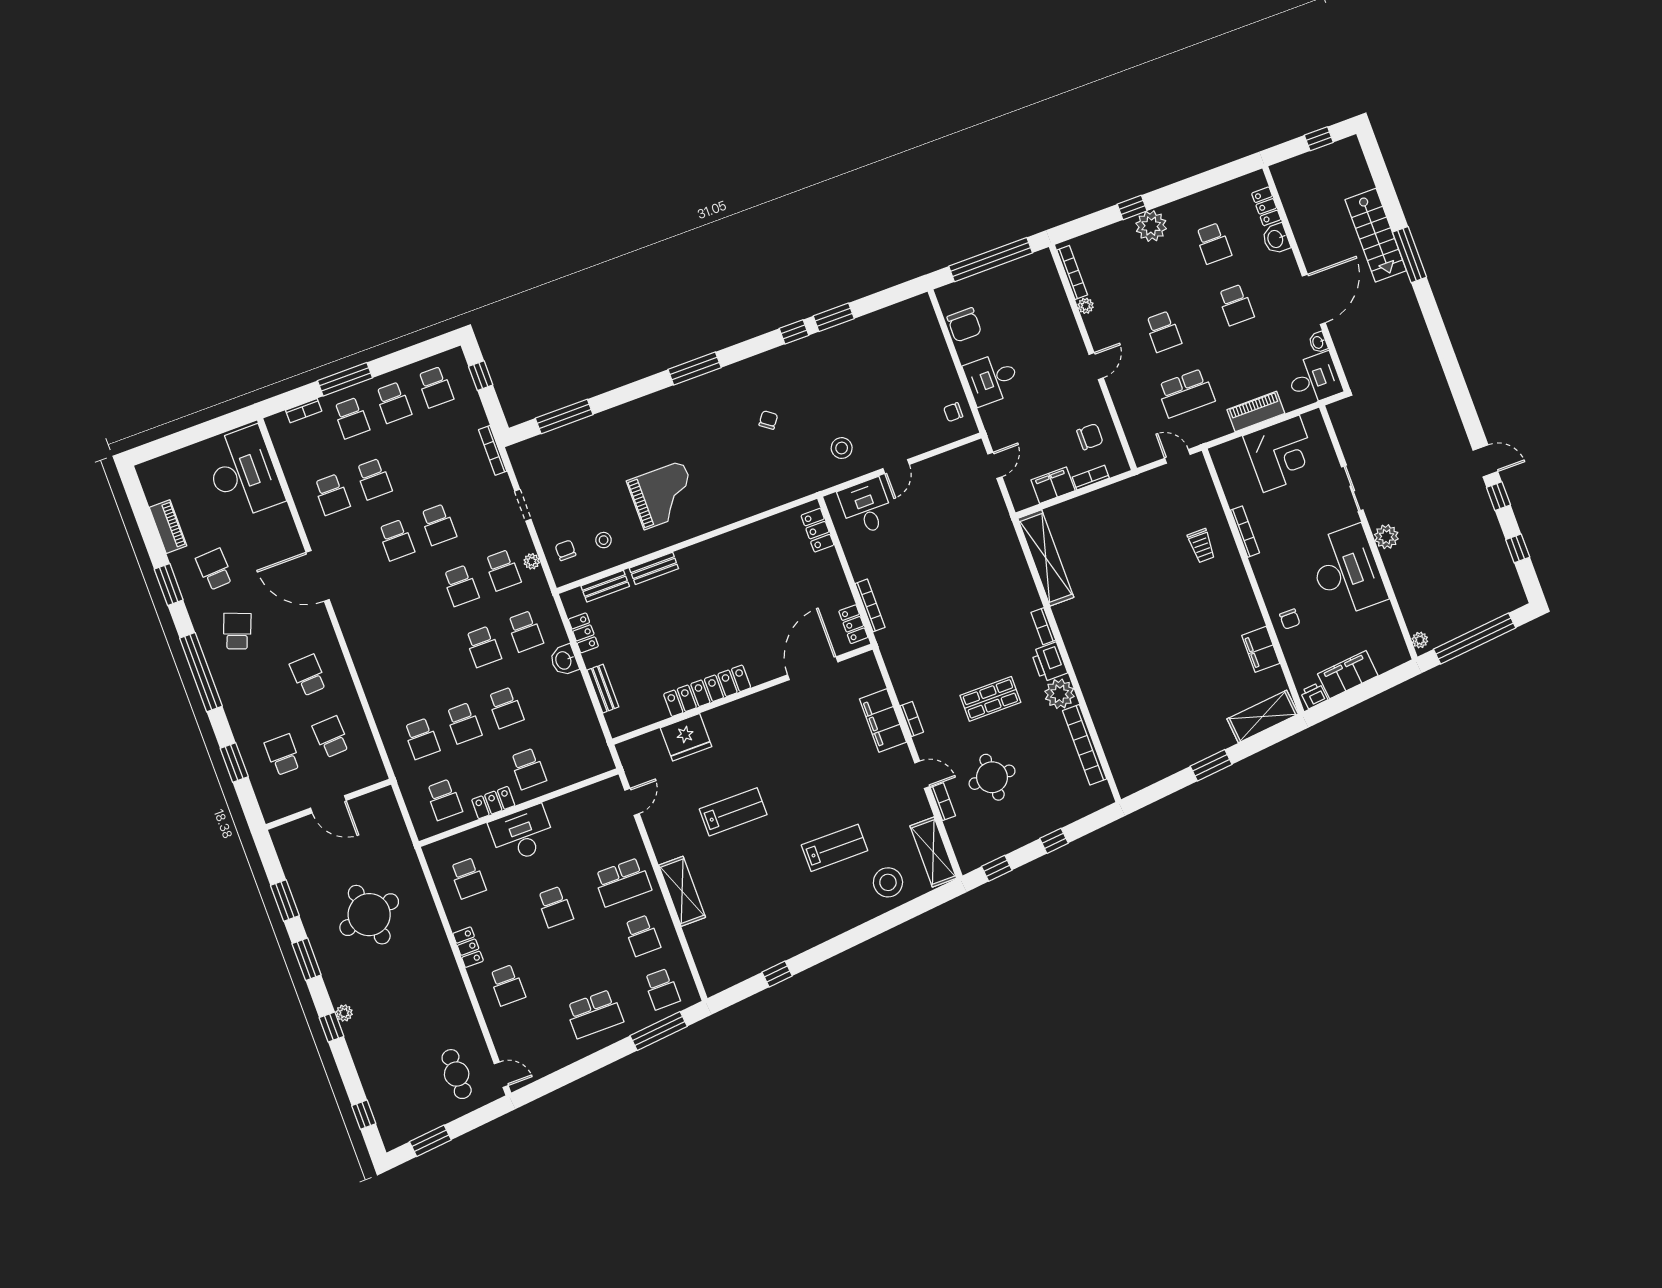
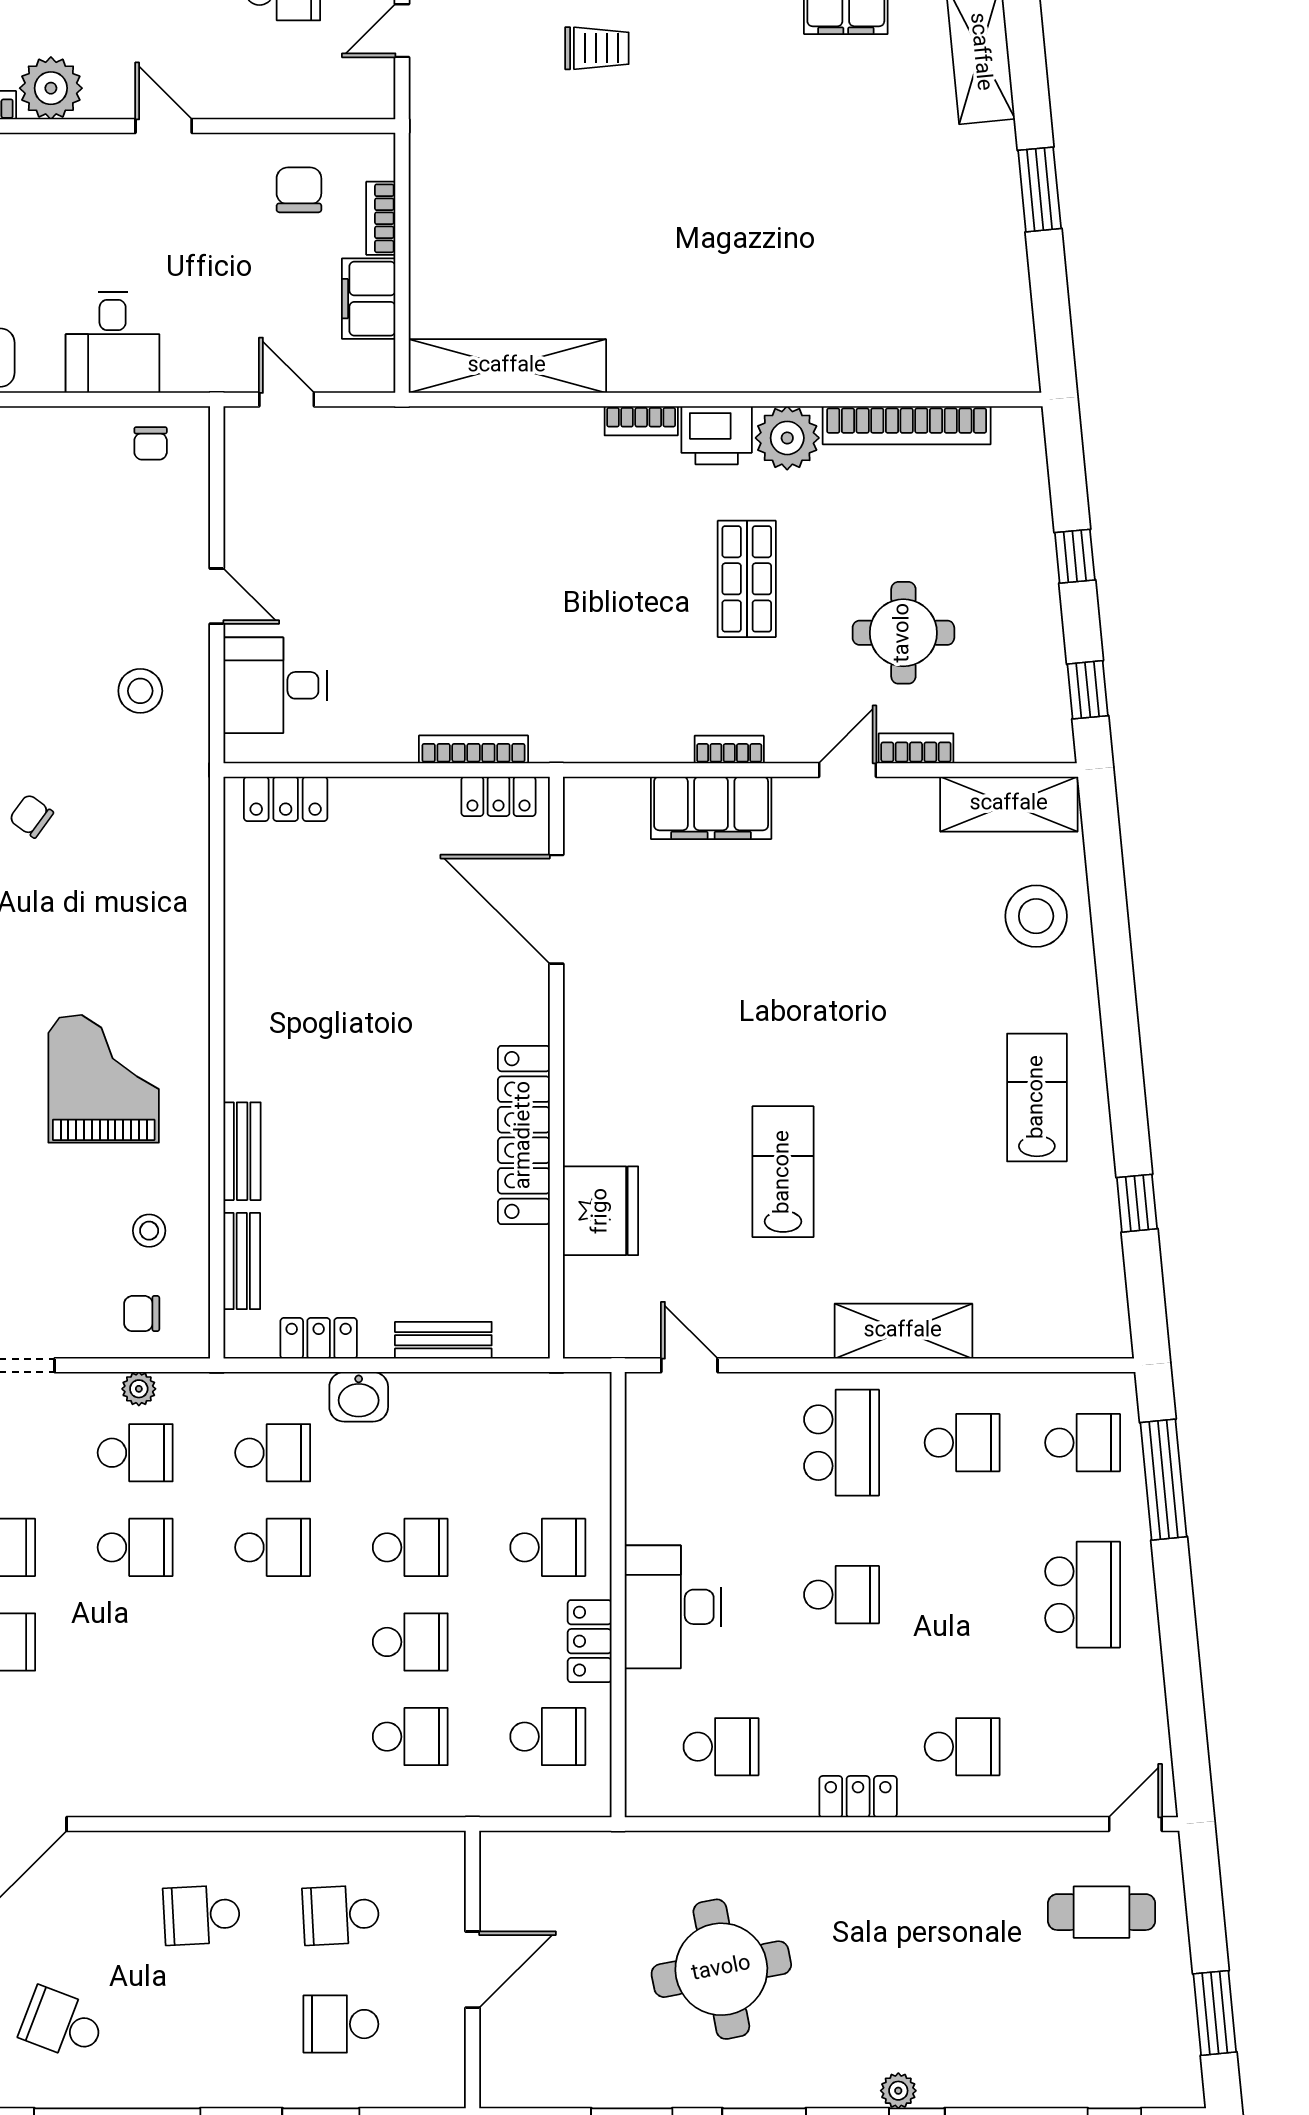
plant: (1086, 306) -> (51, 88), width x1.88, depth x1.88
lab bench: (835, 848) -> (1037, 1097), moved

